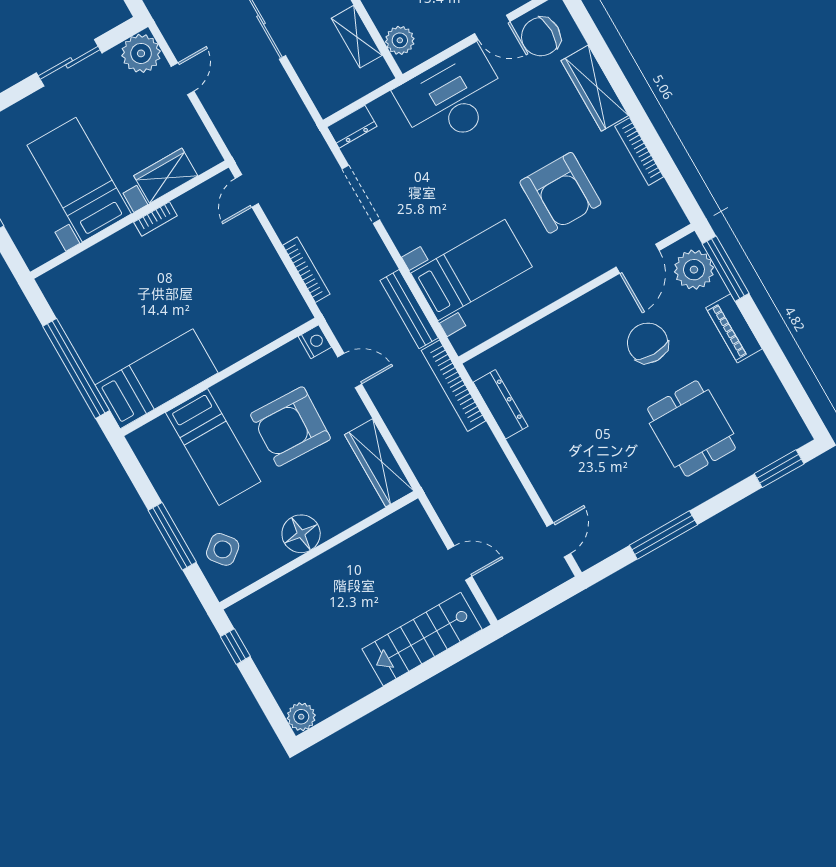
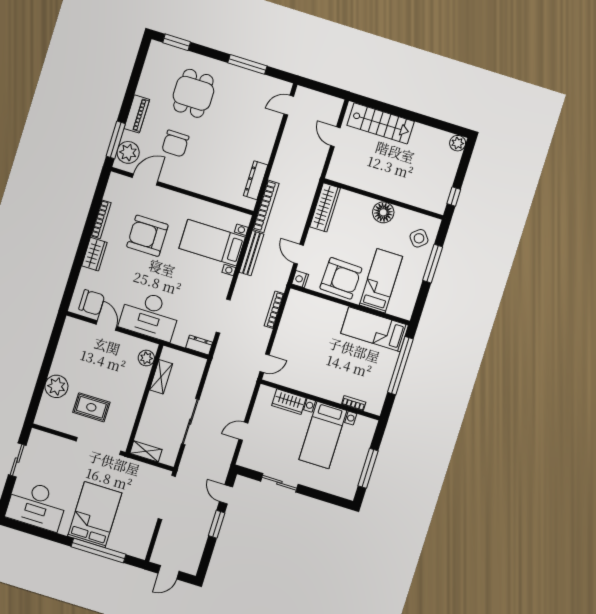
plant: (141, 53) -> (249, 457), removed
wardrobe: (595, 88) -> (94, 254), width x0.67
armchair: (560, 193) -> (147, 236), turned -90
bookcase: (156, 219) -> (354, 403), moved
armchair: (290, 427) -> (341, 278), moved

